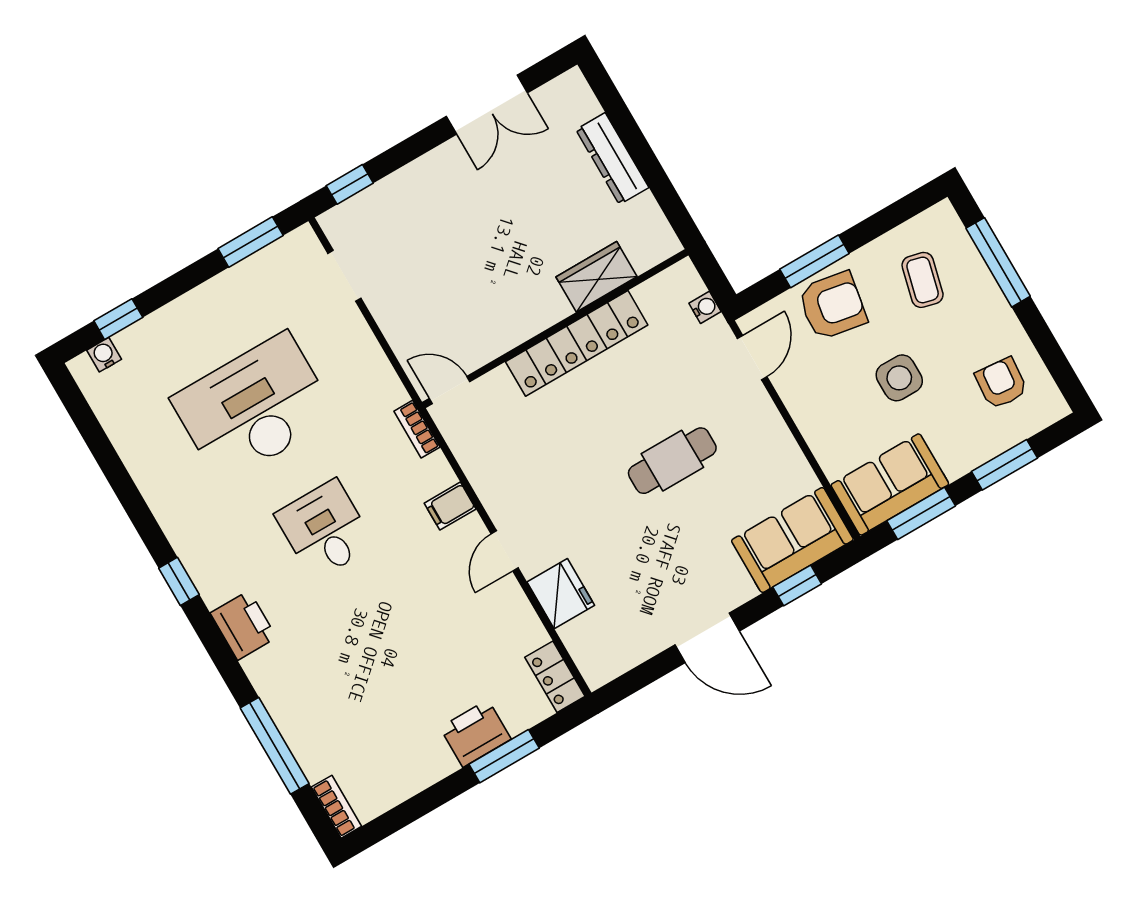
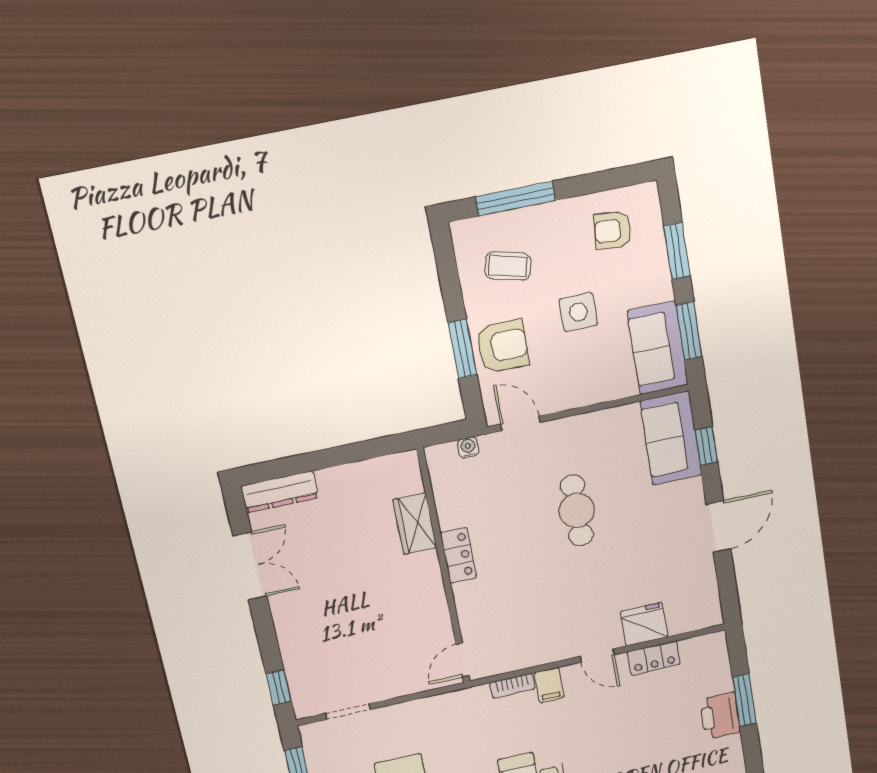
dresser: (612, 159) -> (280, 492), moved
armchair: (832, 306) -> (503, 346), turned 80
locker: (577, 343) -> (458, 555), width x0.46, depth x0.83
bookcase: (417, 429) -> (512, 686), moved
locker: (555, 677) -> (654, 658), moved

